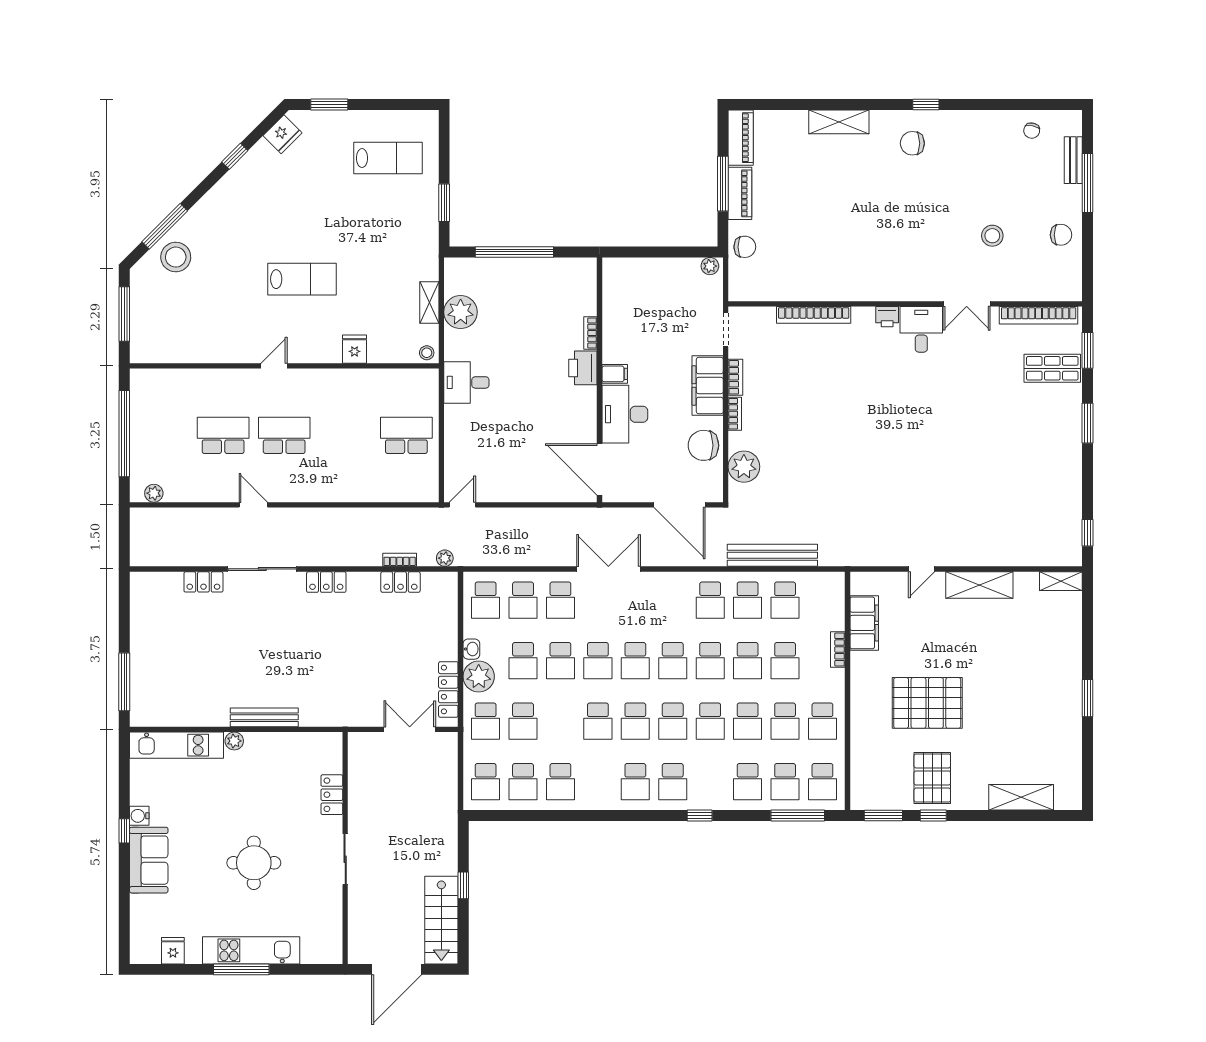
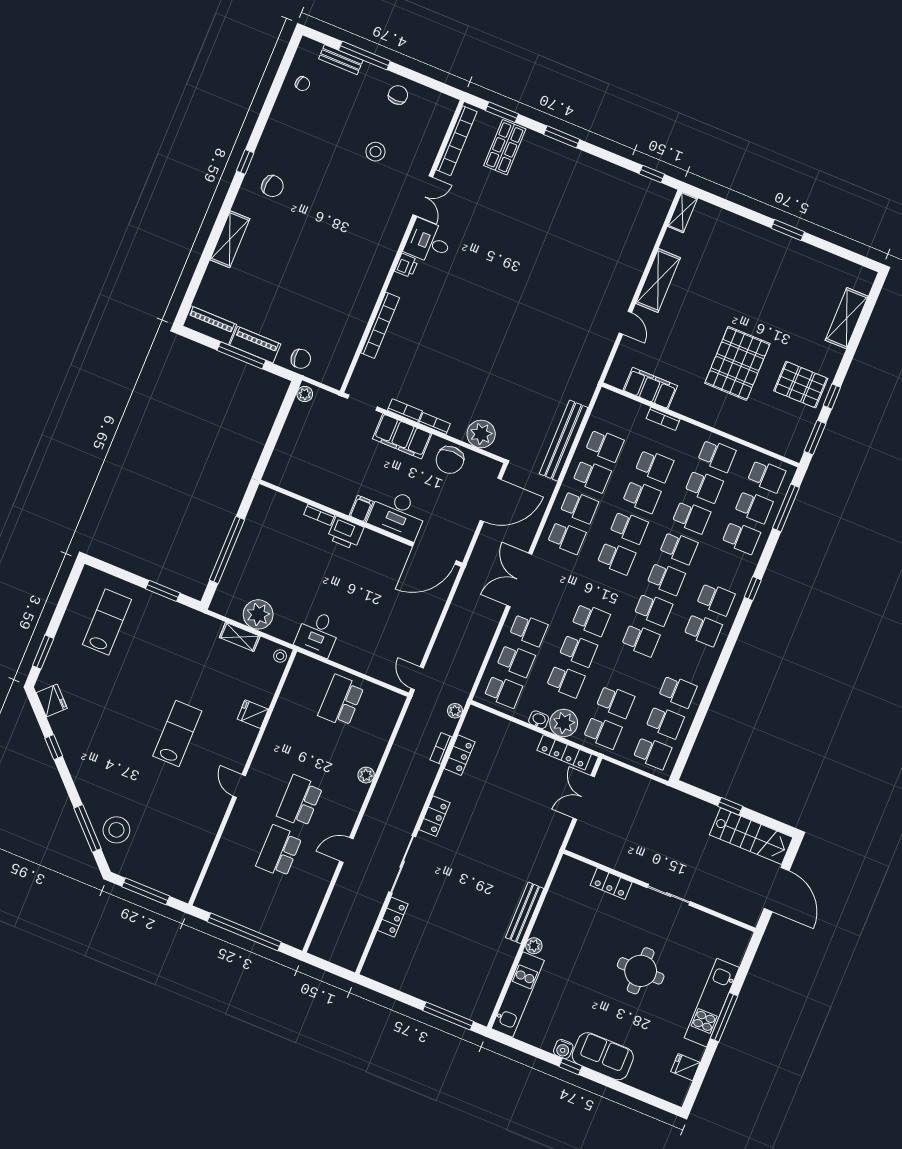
chair: (912, 143) -> (272, 186), turned -83
chair: (745, 247) -> (301, 359), turned 81
plant: (154, 493) -> (366, 775), moved
school desk: (635, 661) -> (567, 538), moved

